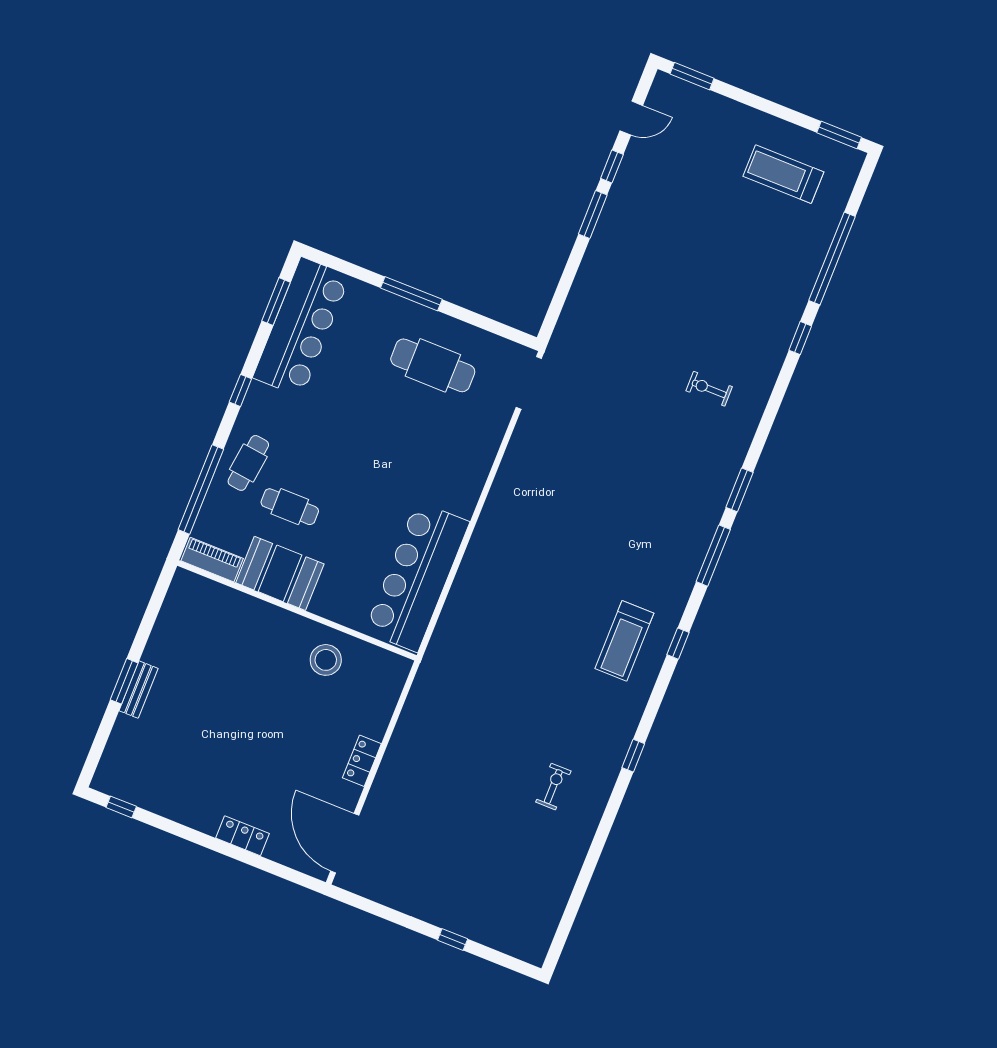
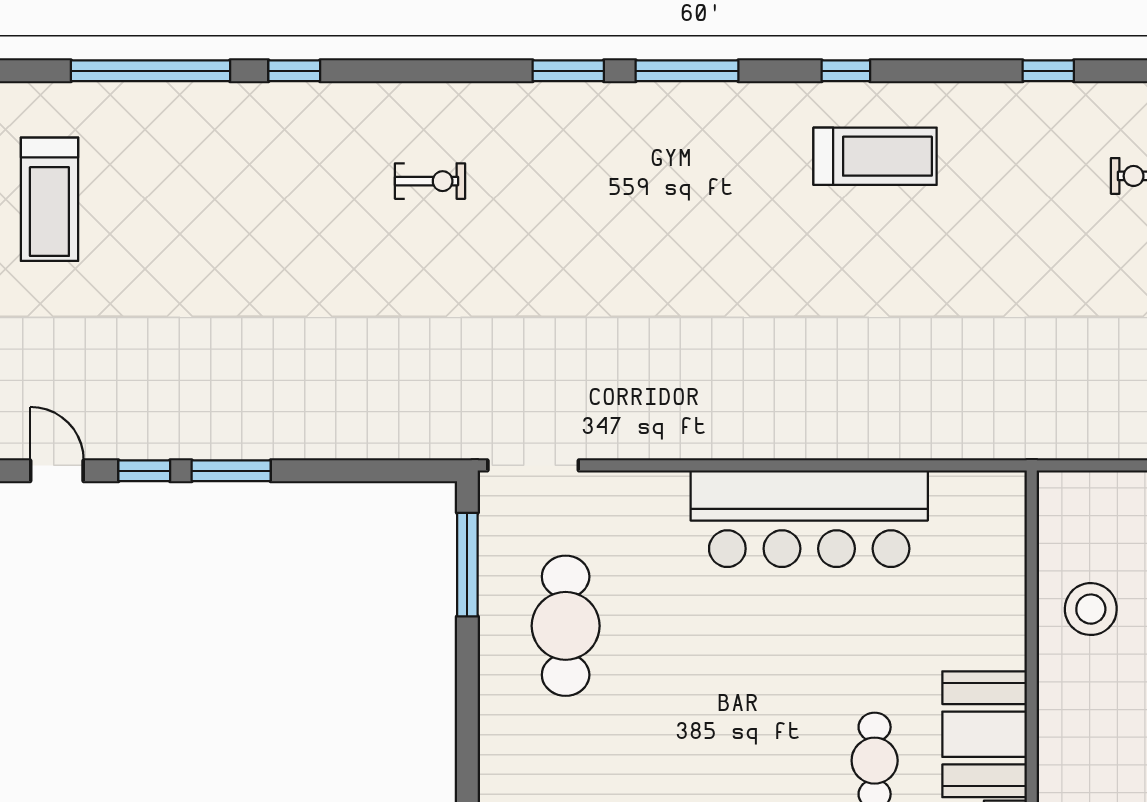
window: (411, 294) -> (467, 565), moved
exercise bike: (709, 389) -> (430, 181), turned -90
bar counter: (417, 577) -> (809, 519), moved

